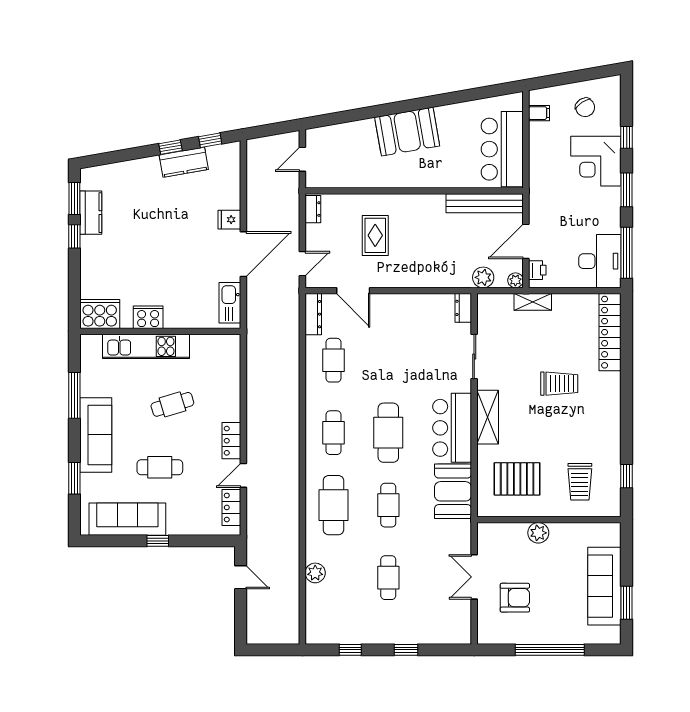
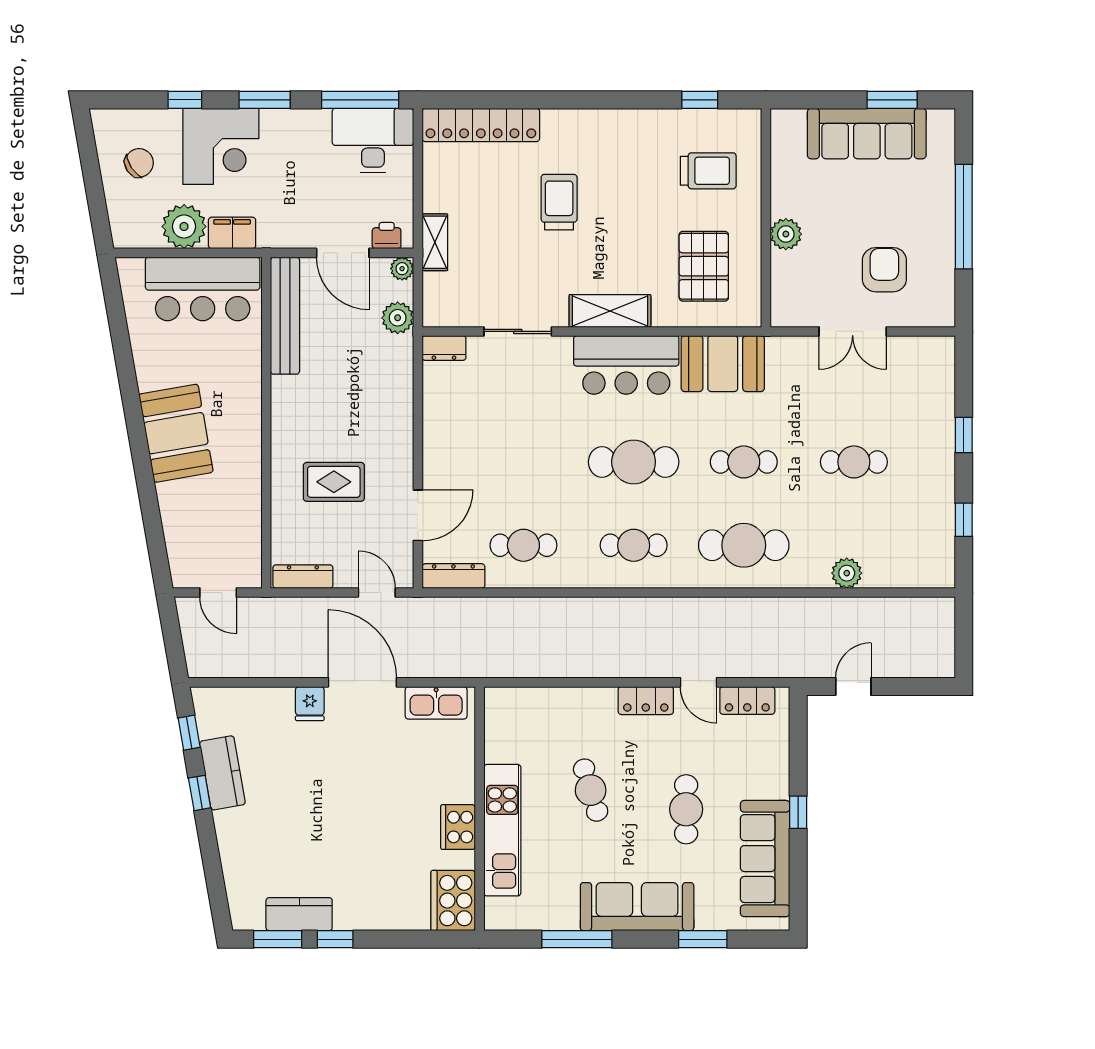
filing cabinet: (539, 113) -> (232, 233), moved, width x2.00
plant: (543, 137) -> (184, 226), added
dresser: (313, 209) -> (303, 577), width x1.44

